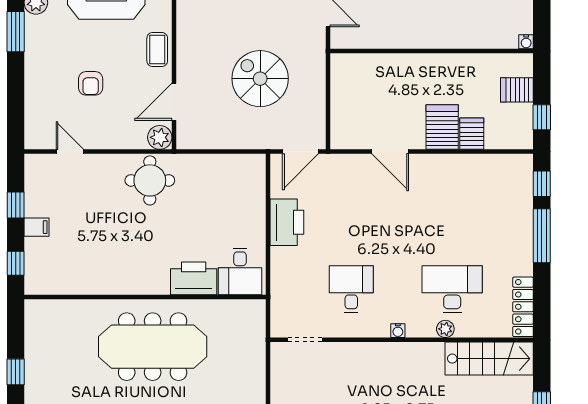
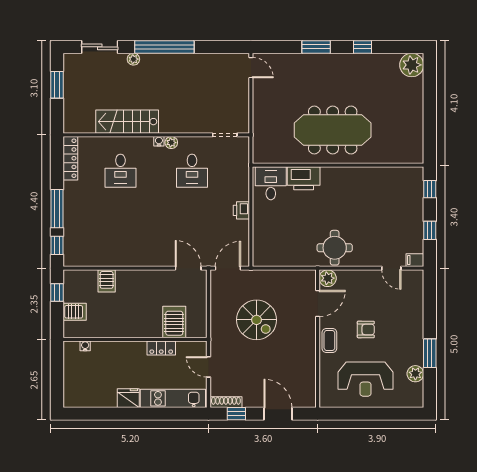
locker: (395, 39) -> (161, 348), added
water cooler: (526, 42) -> (85, 346), moved
armchair: (91, 83) -> (366, 329), moved, turned 90
server rack: (442, 127) -> (174, 322), moved, turned 180
door: (390, 152) -> (188, 268), moved
printer: (287, 222) -> (241, 210), width x0.53, depth x0.68
filing cabinet: (37, 227) -> (415, 260), moved
desk: (452, 289) -> (120, 171), width x0.73
plant: (445, 329) -> (171, 143), moved
stairs: (489, 359) -> (127, 122), moved
window: (16, 372) -> (430, 112), removed

